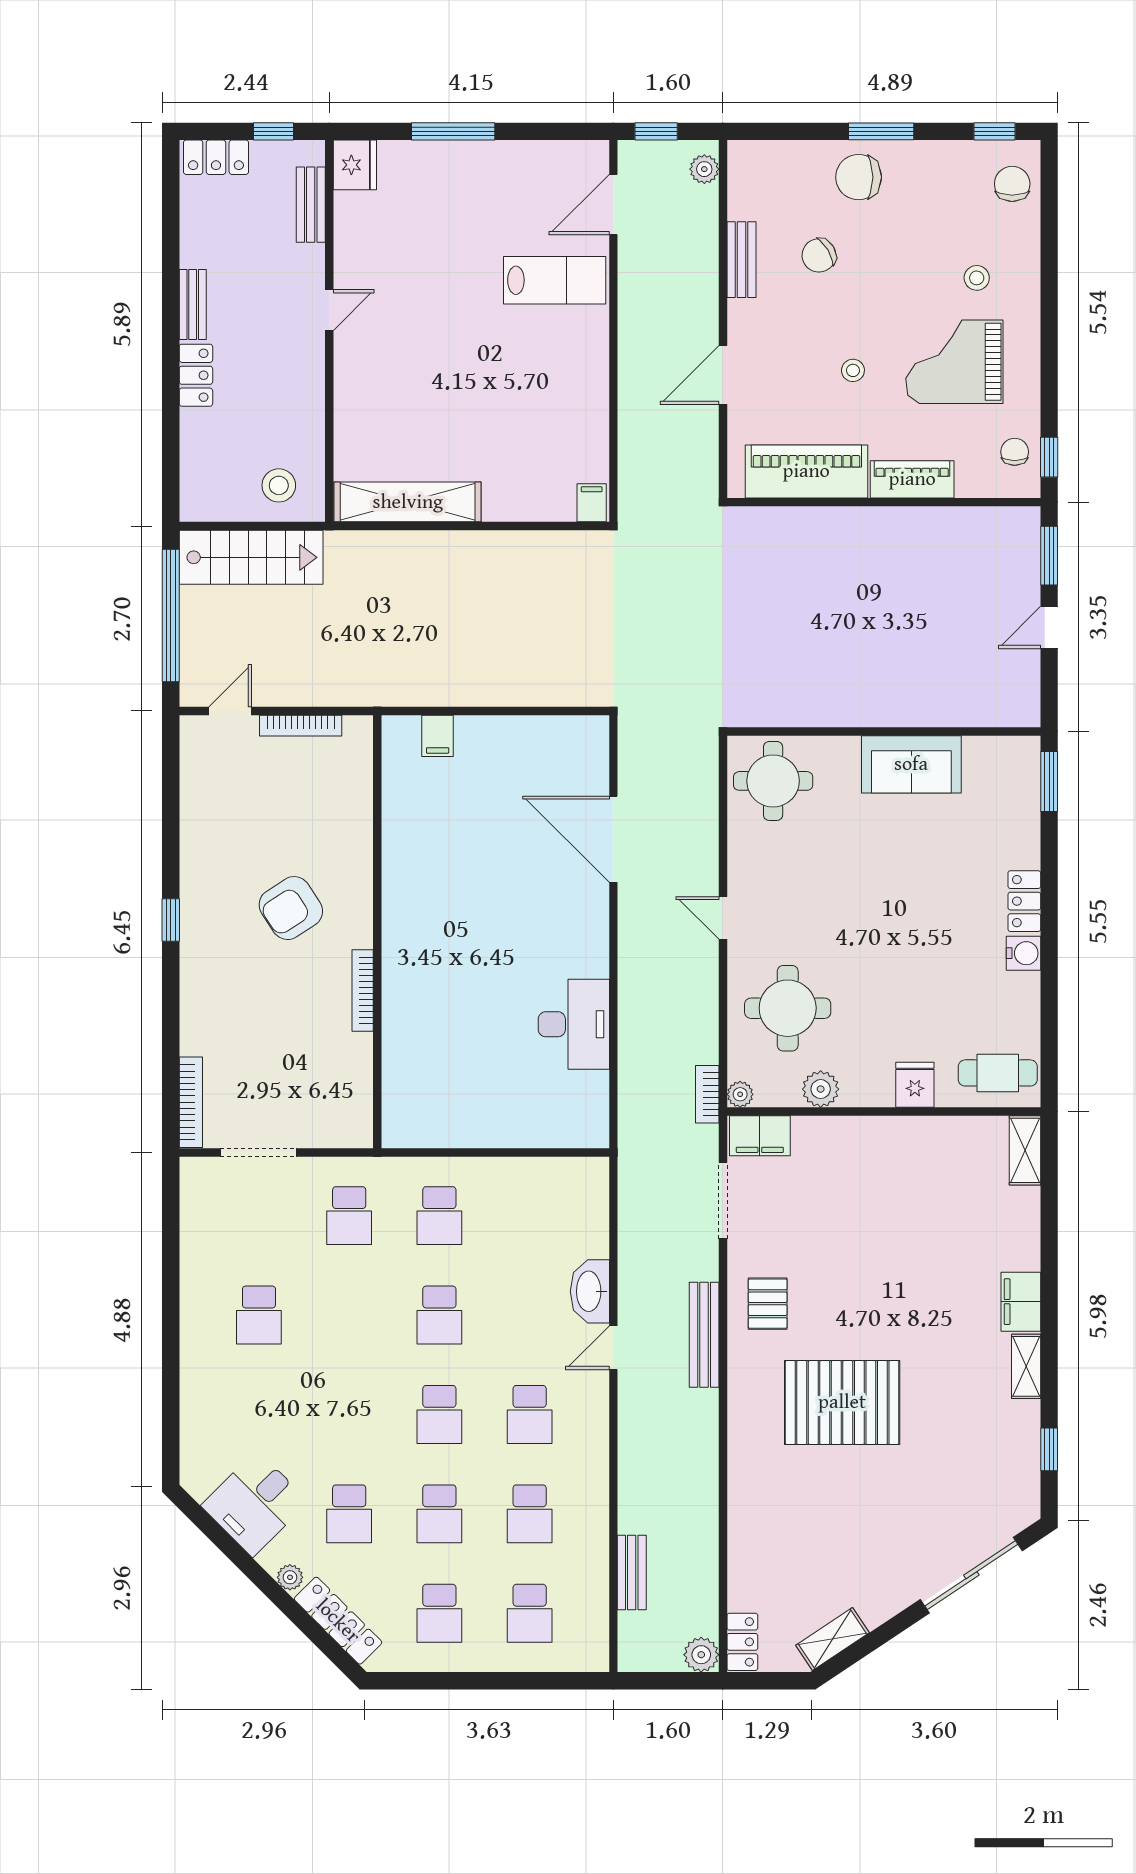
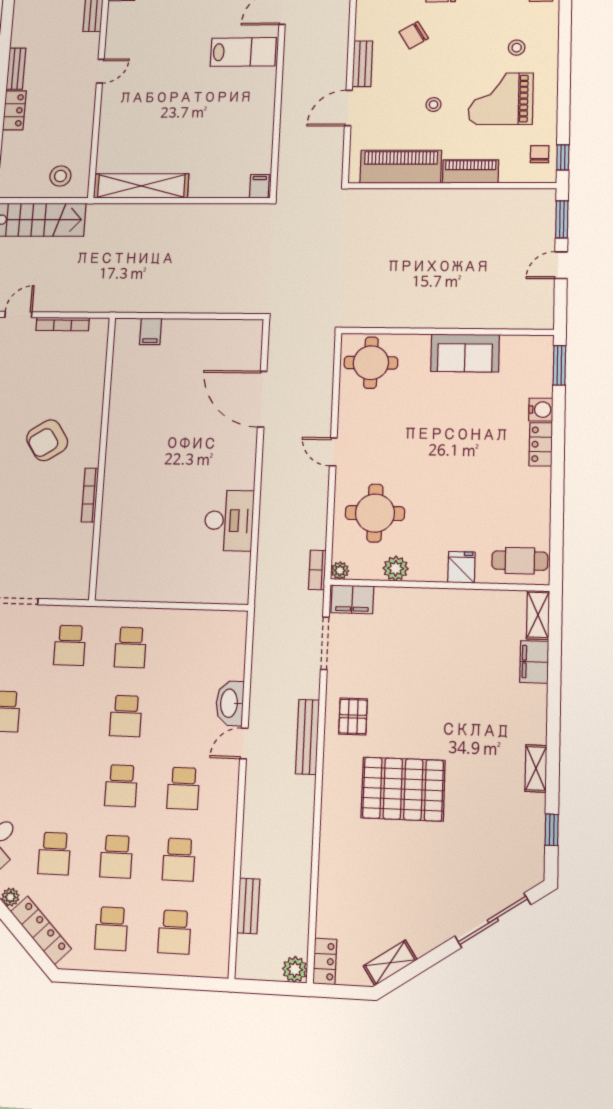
bench: (742, 260) -> (362, 64), moved
water cooler: (1023, 953) -> (541, 410), moved
filing cabinet: (1021, 1302) -> (534, 662), moved

